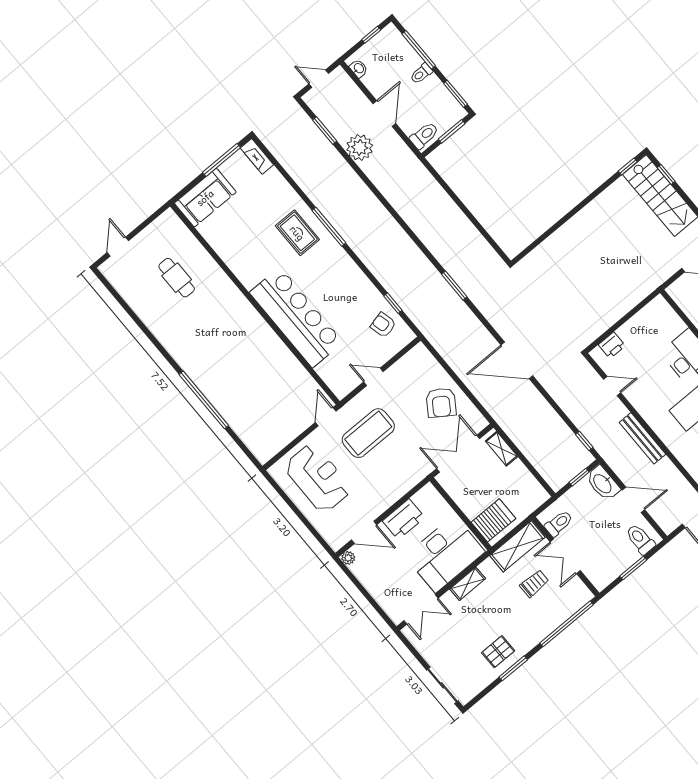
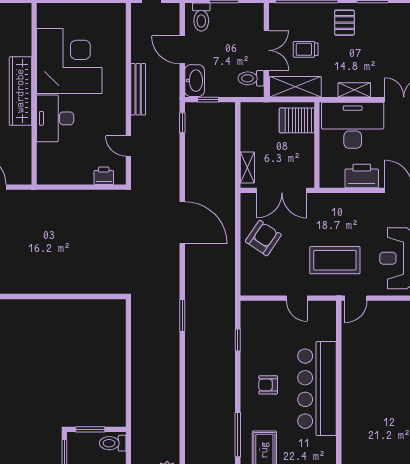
armchair: (383, 325) -> (268, 385), moved, turned 104
pallet: (498, 652) -> (344, 23), moved, turned 90

